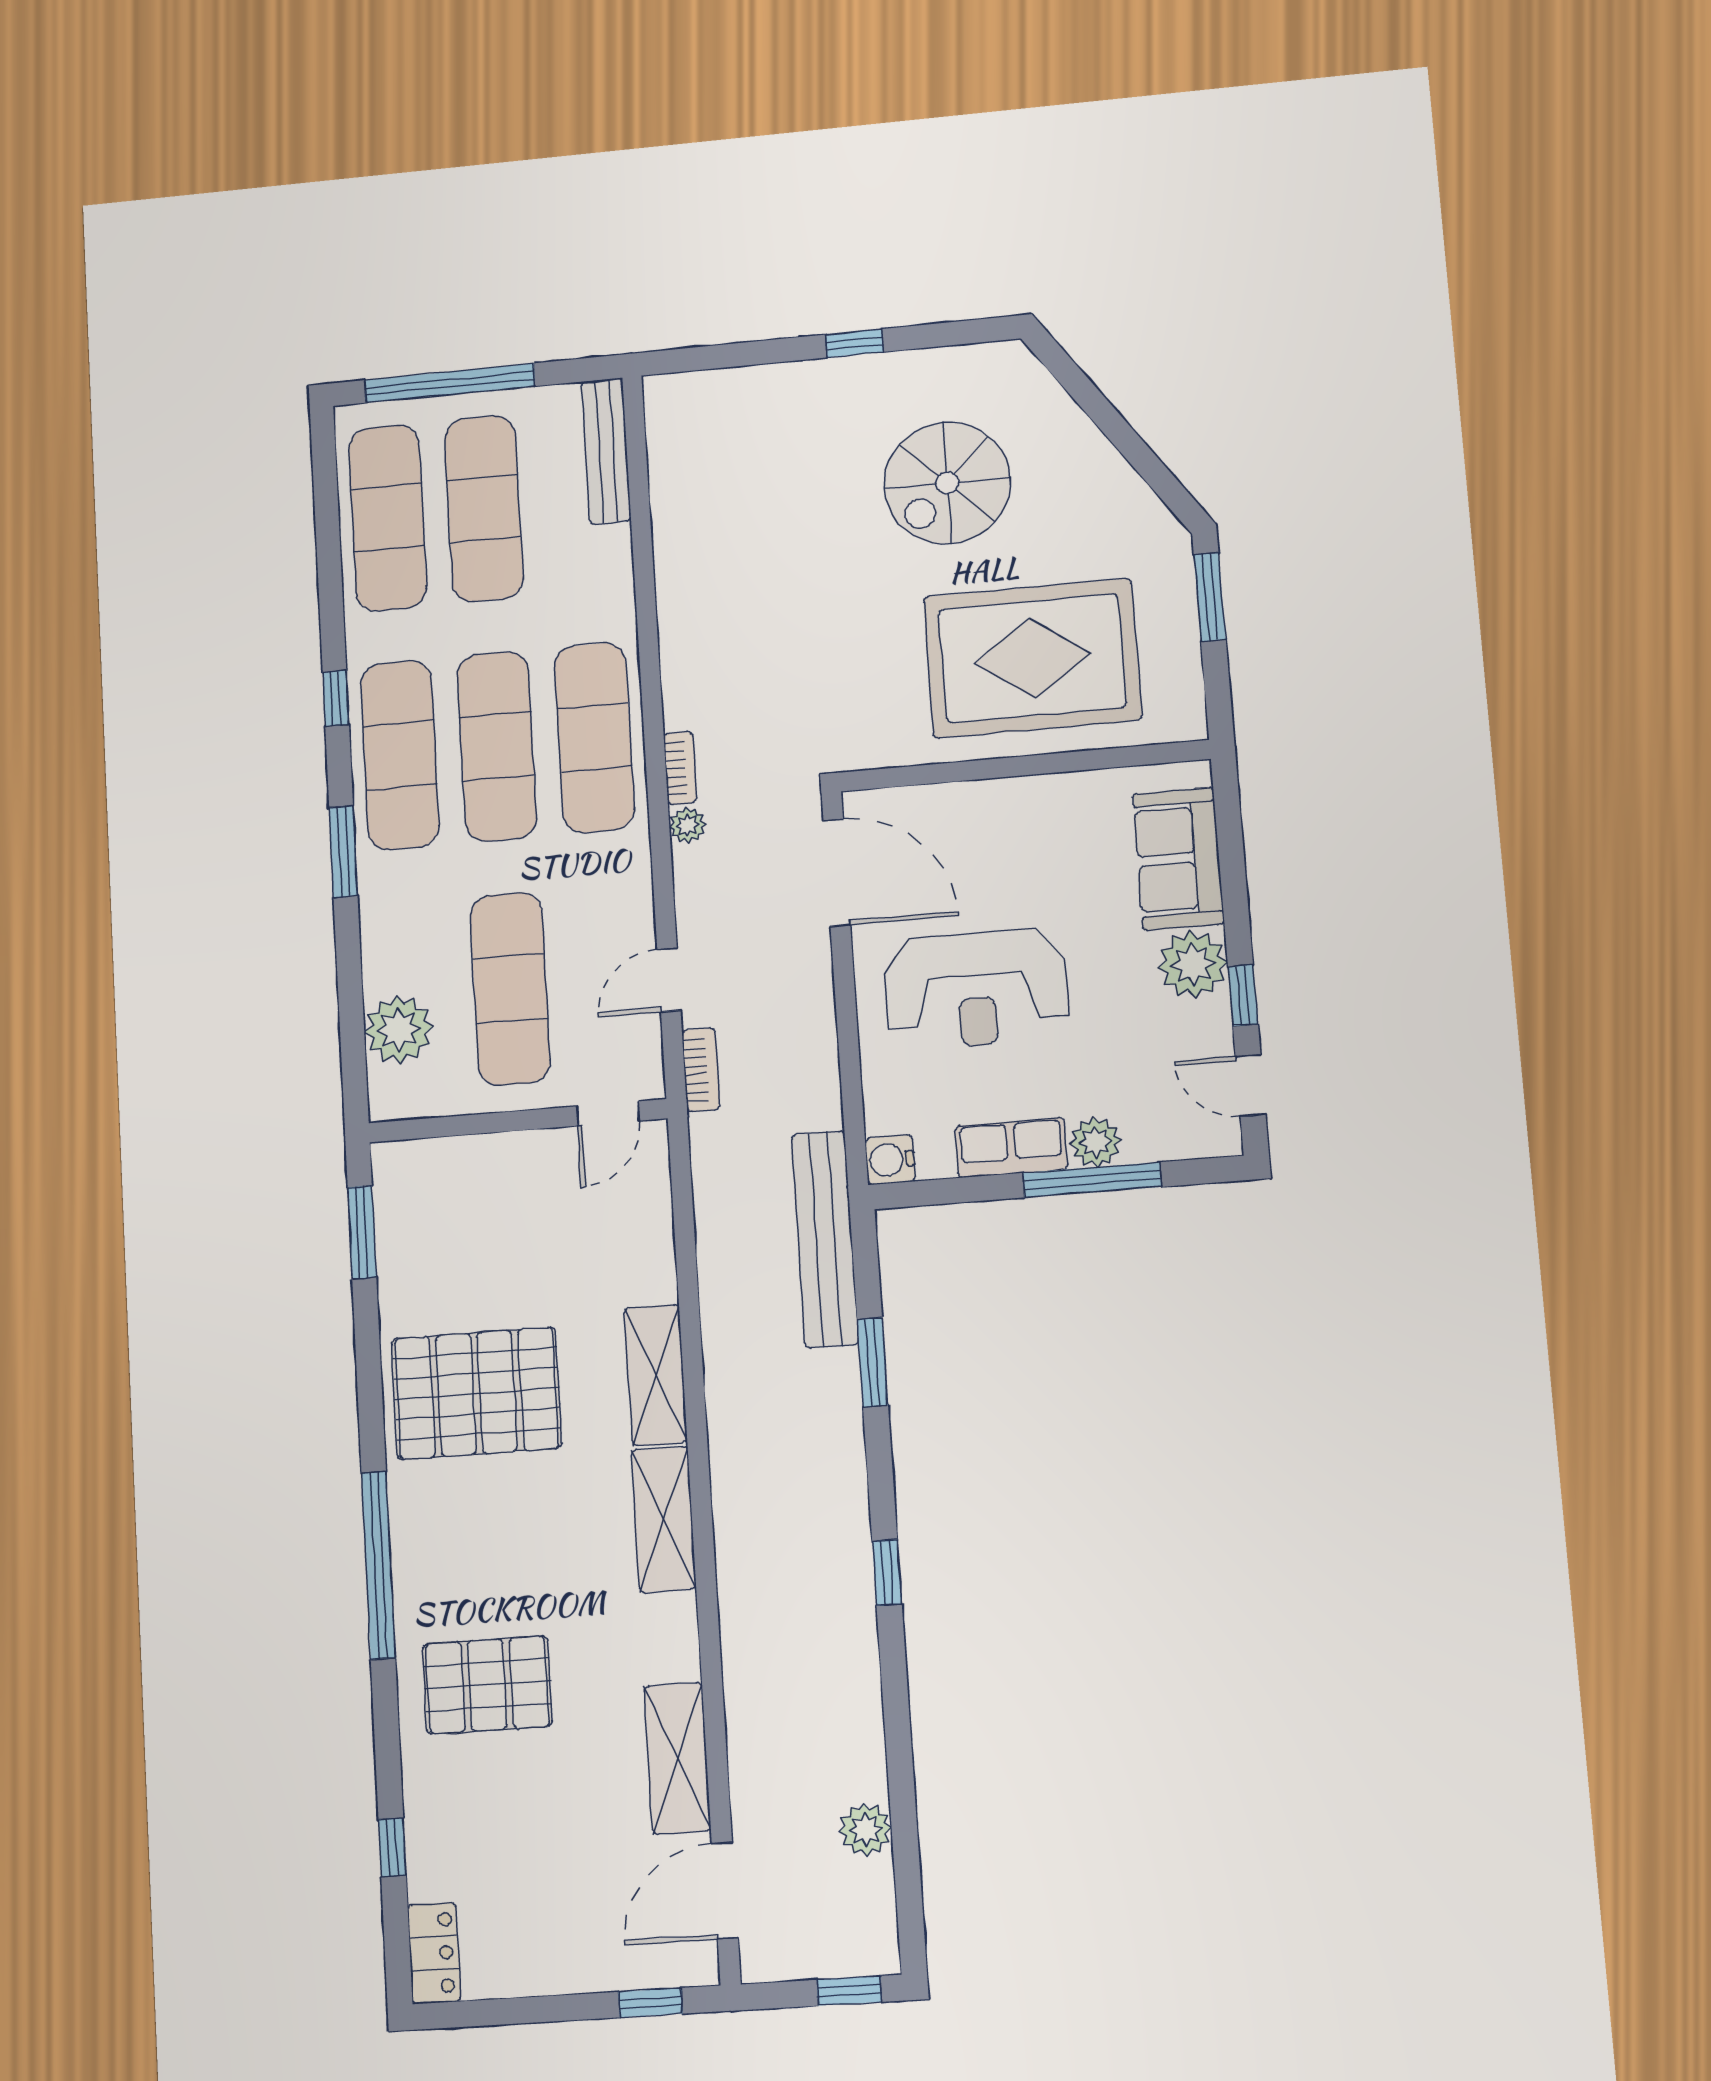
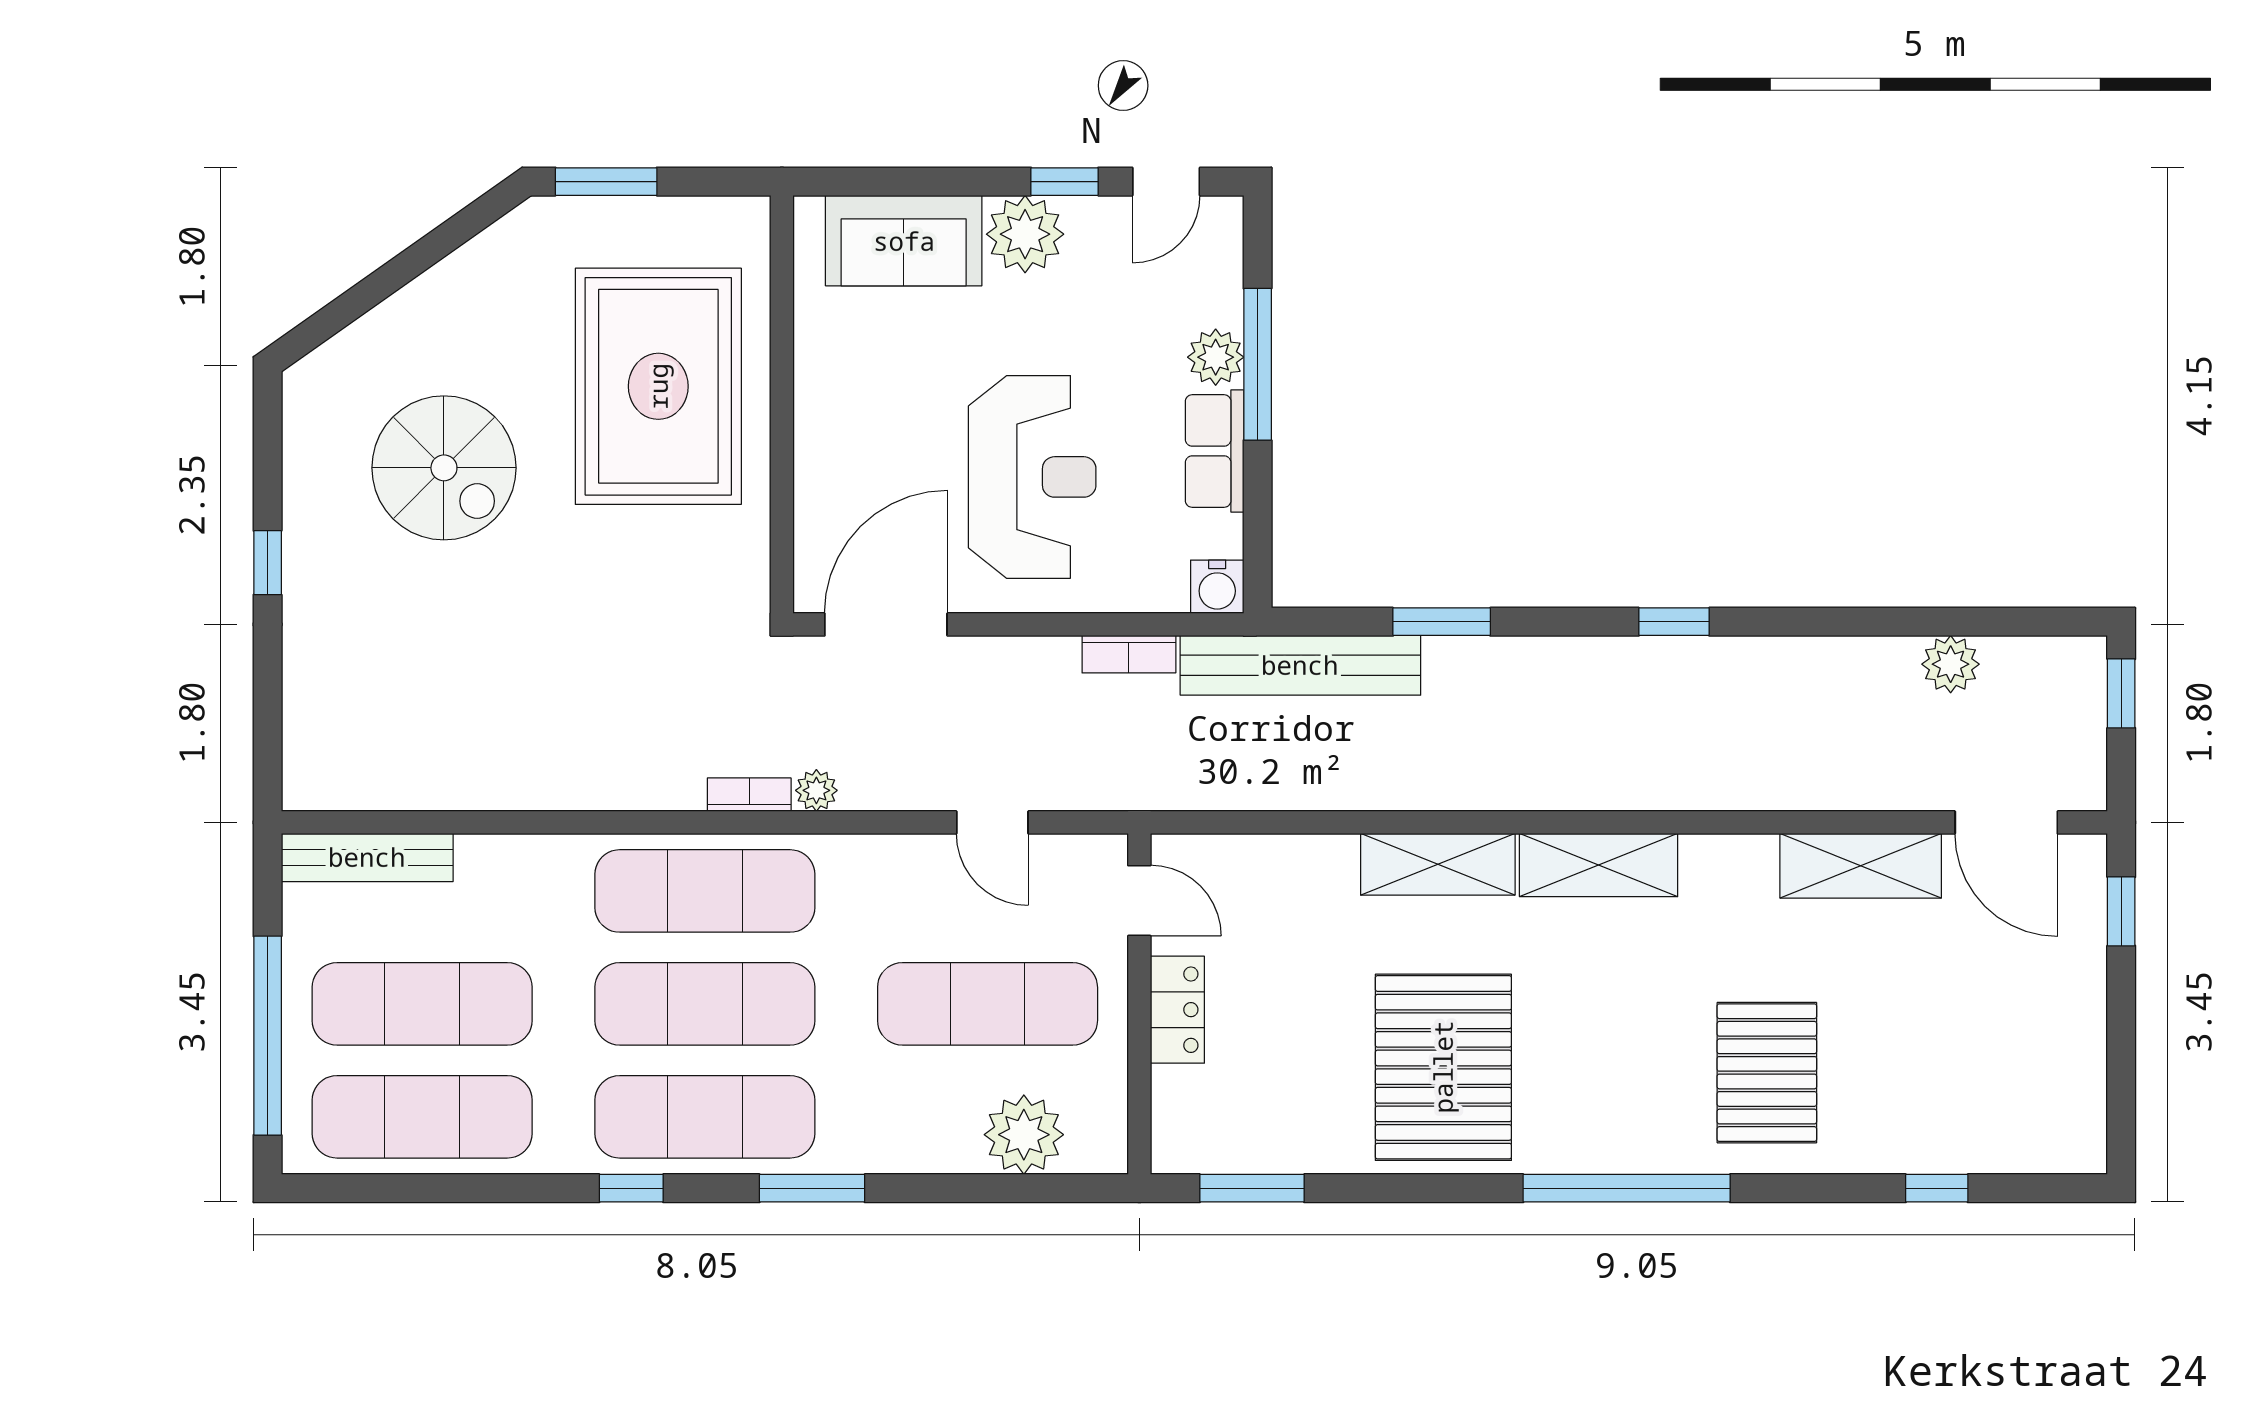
bookcase: (701, 1070) -> (1129, 654), moved, turned 180
locker: (434, 1953) -> (1177, 1010), moved, turned 90

